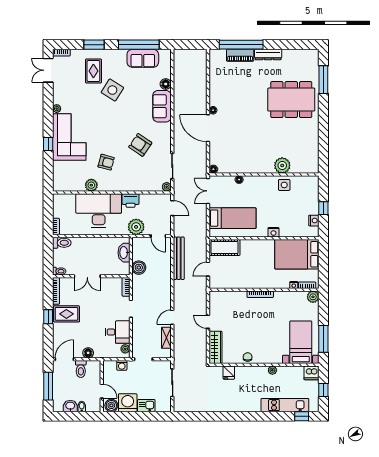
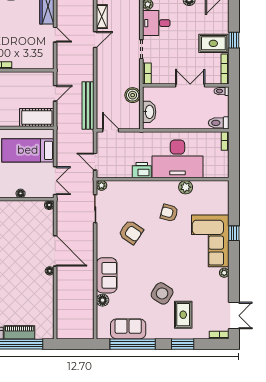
plant: (136, 227) -> (136, 141), removed

